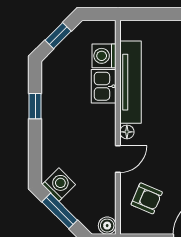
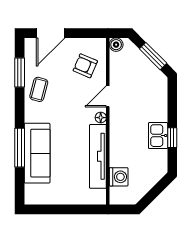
window: (58, 36) -> (154, 193), removed
kitchen sink: (104, 86) -> (158, 136), moved, turned 180
washing machine: (59, 185) -> (154, 77), removed

